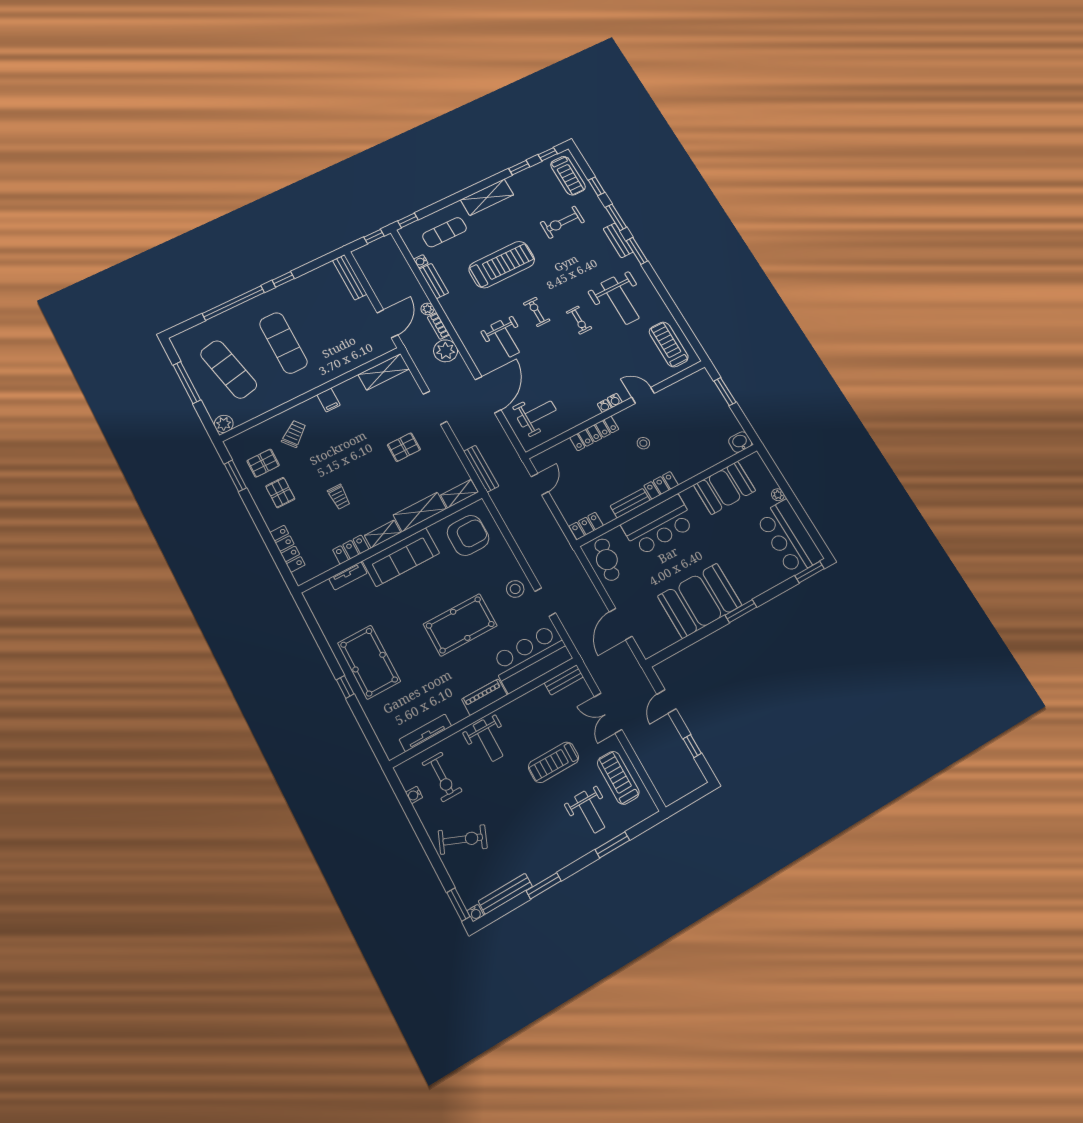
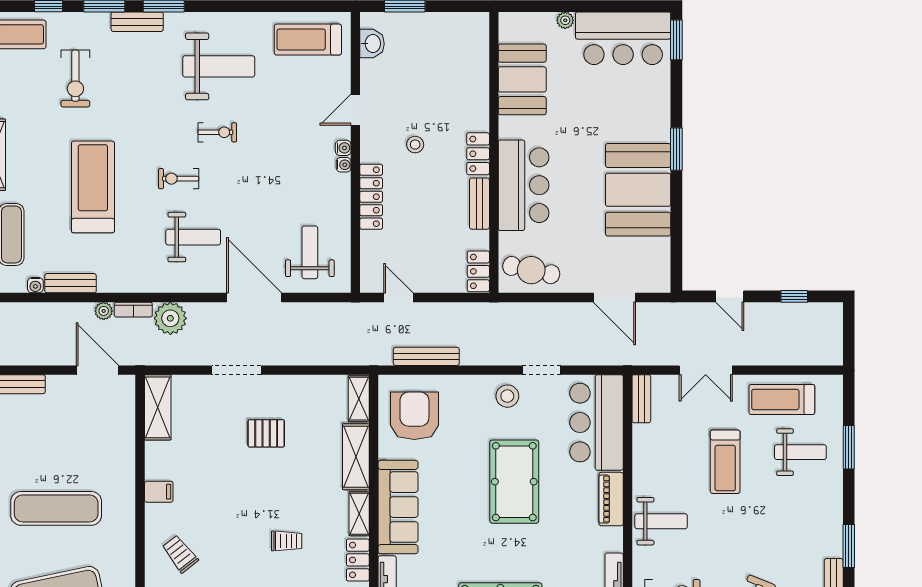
washbasin: (740, 442) -> (372, 44), moved, turned 180
pallet: (404, 447) -> (266, 433), turned 90
bench: (481, 469) -> (426, 356), moved

